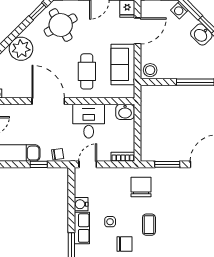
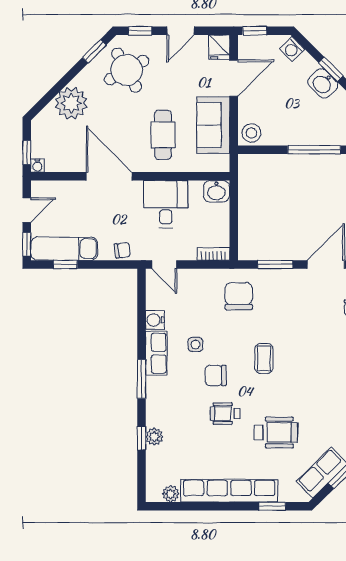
window: (39, 164) -> (65, 264), moved
door: (88, 164) -> (164, 264), swing flipped
coffee table: (149, 225) -> (264, 358), moved
chair: (124, 244) -> (216, 376), turned 180

